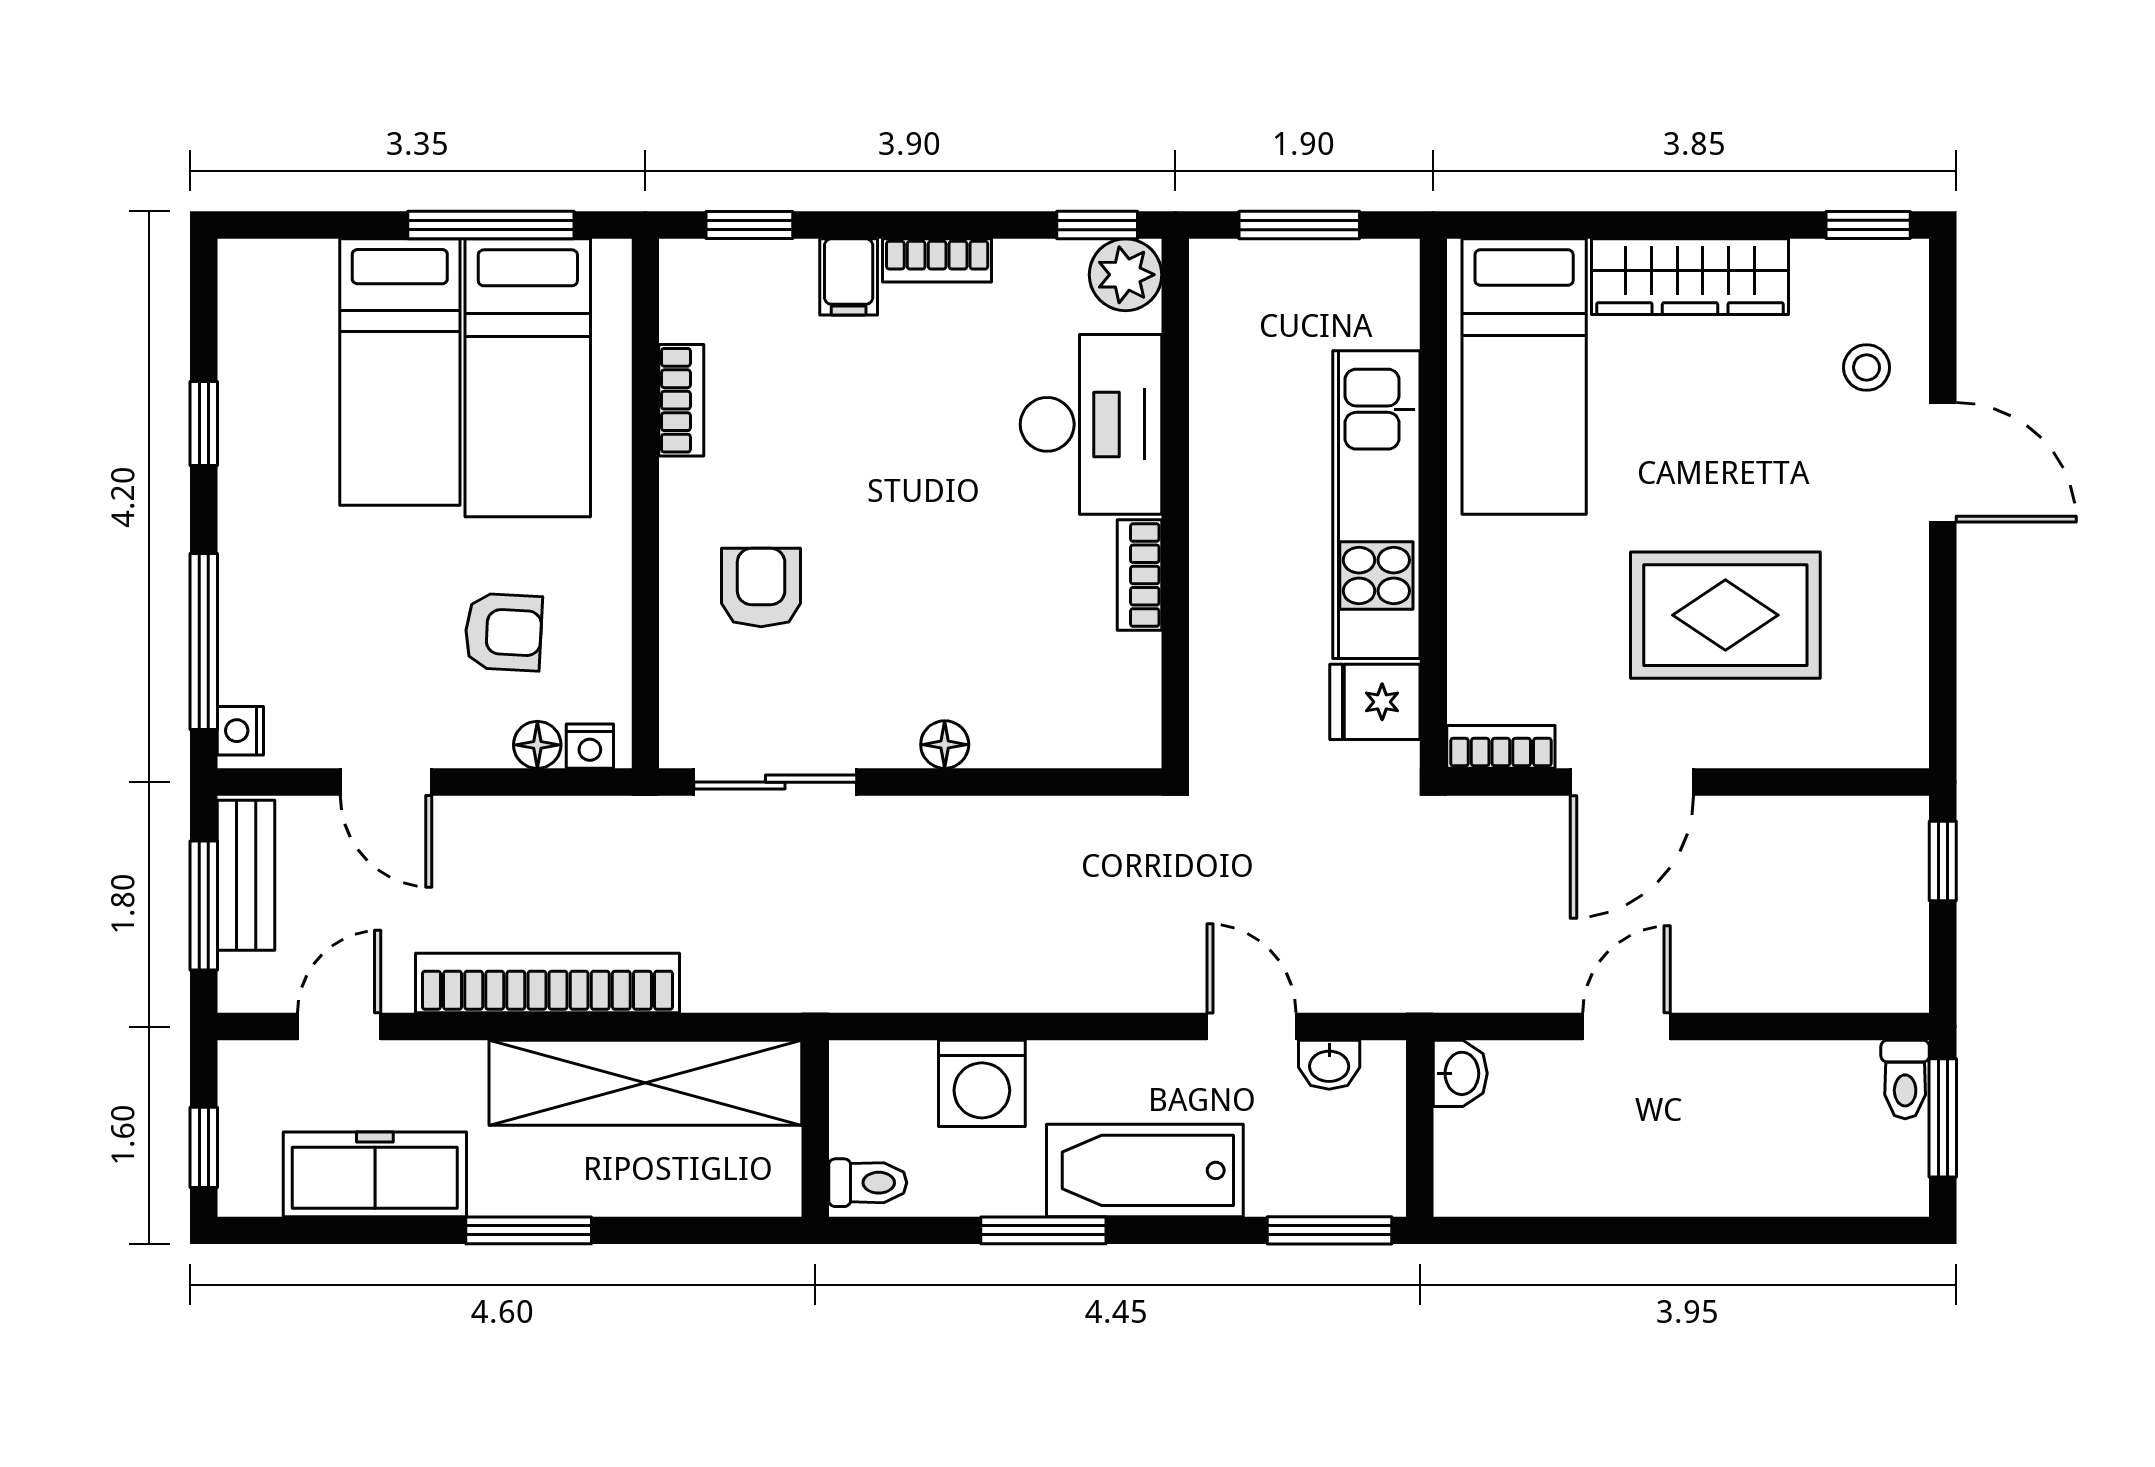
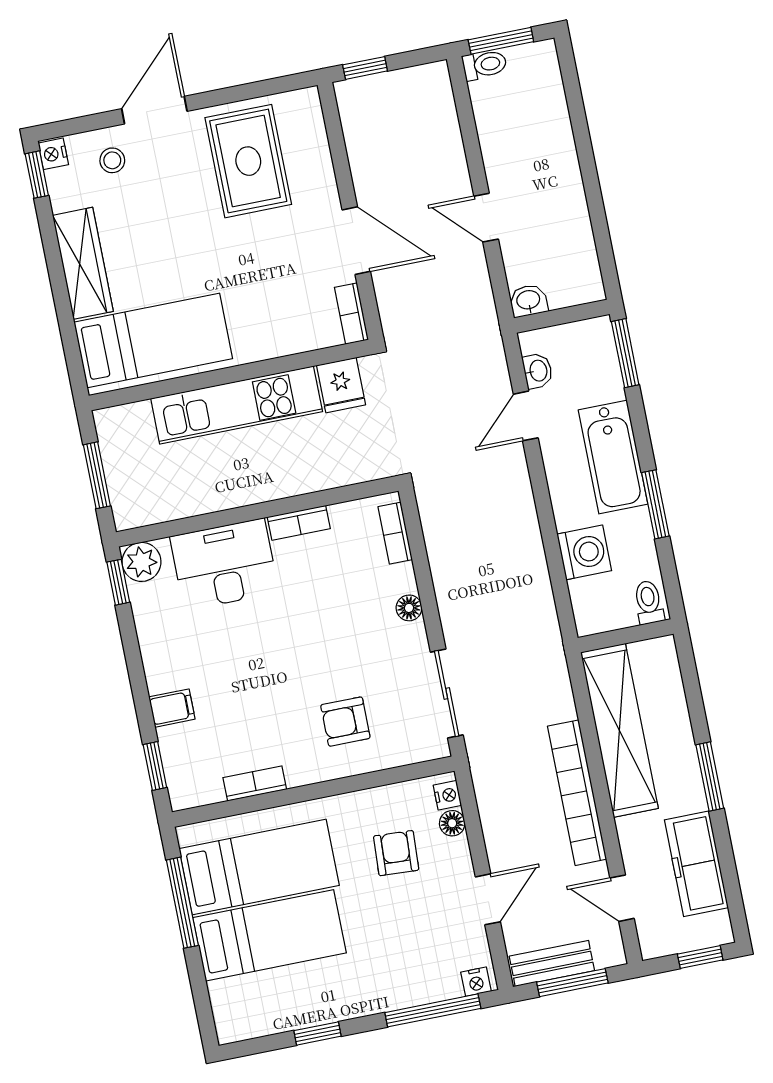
bookcase: (937, 260) -> (395, 533), moved, turned 180
nightstand: (1900, 262) -> (53, 154), added
rug: (1725, 615) -> (248, 161), moved

